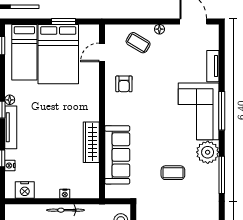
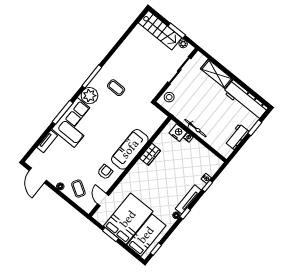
door: (102, 52) -> (103, 200), swing flipped
wardrobe: (91, 142) -> (150, 154), width x0.67
sofa: (117, 155) -> (130, 149), moved
coffee table: (173, 173) -> (116, 88), moved
nightstand: (25, 190) -> (178, 133), moved

